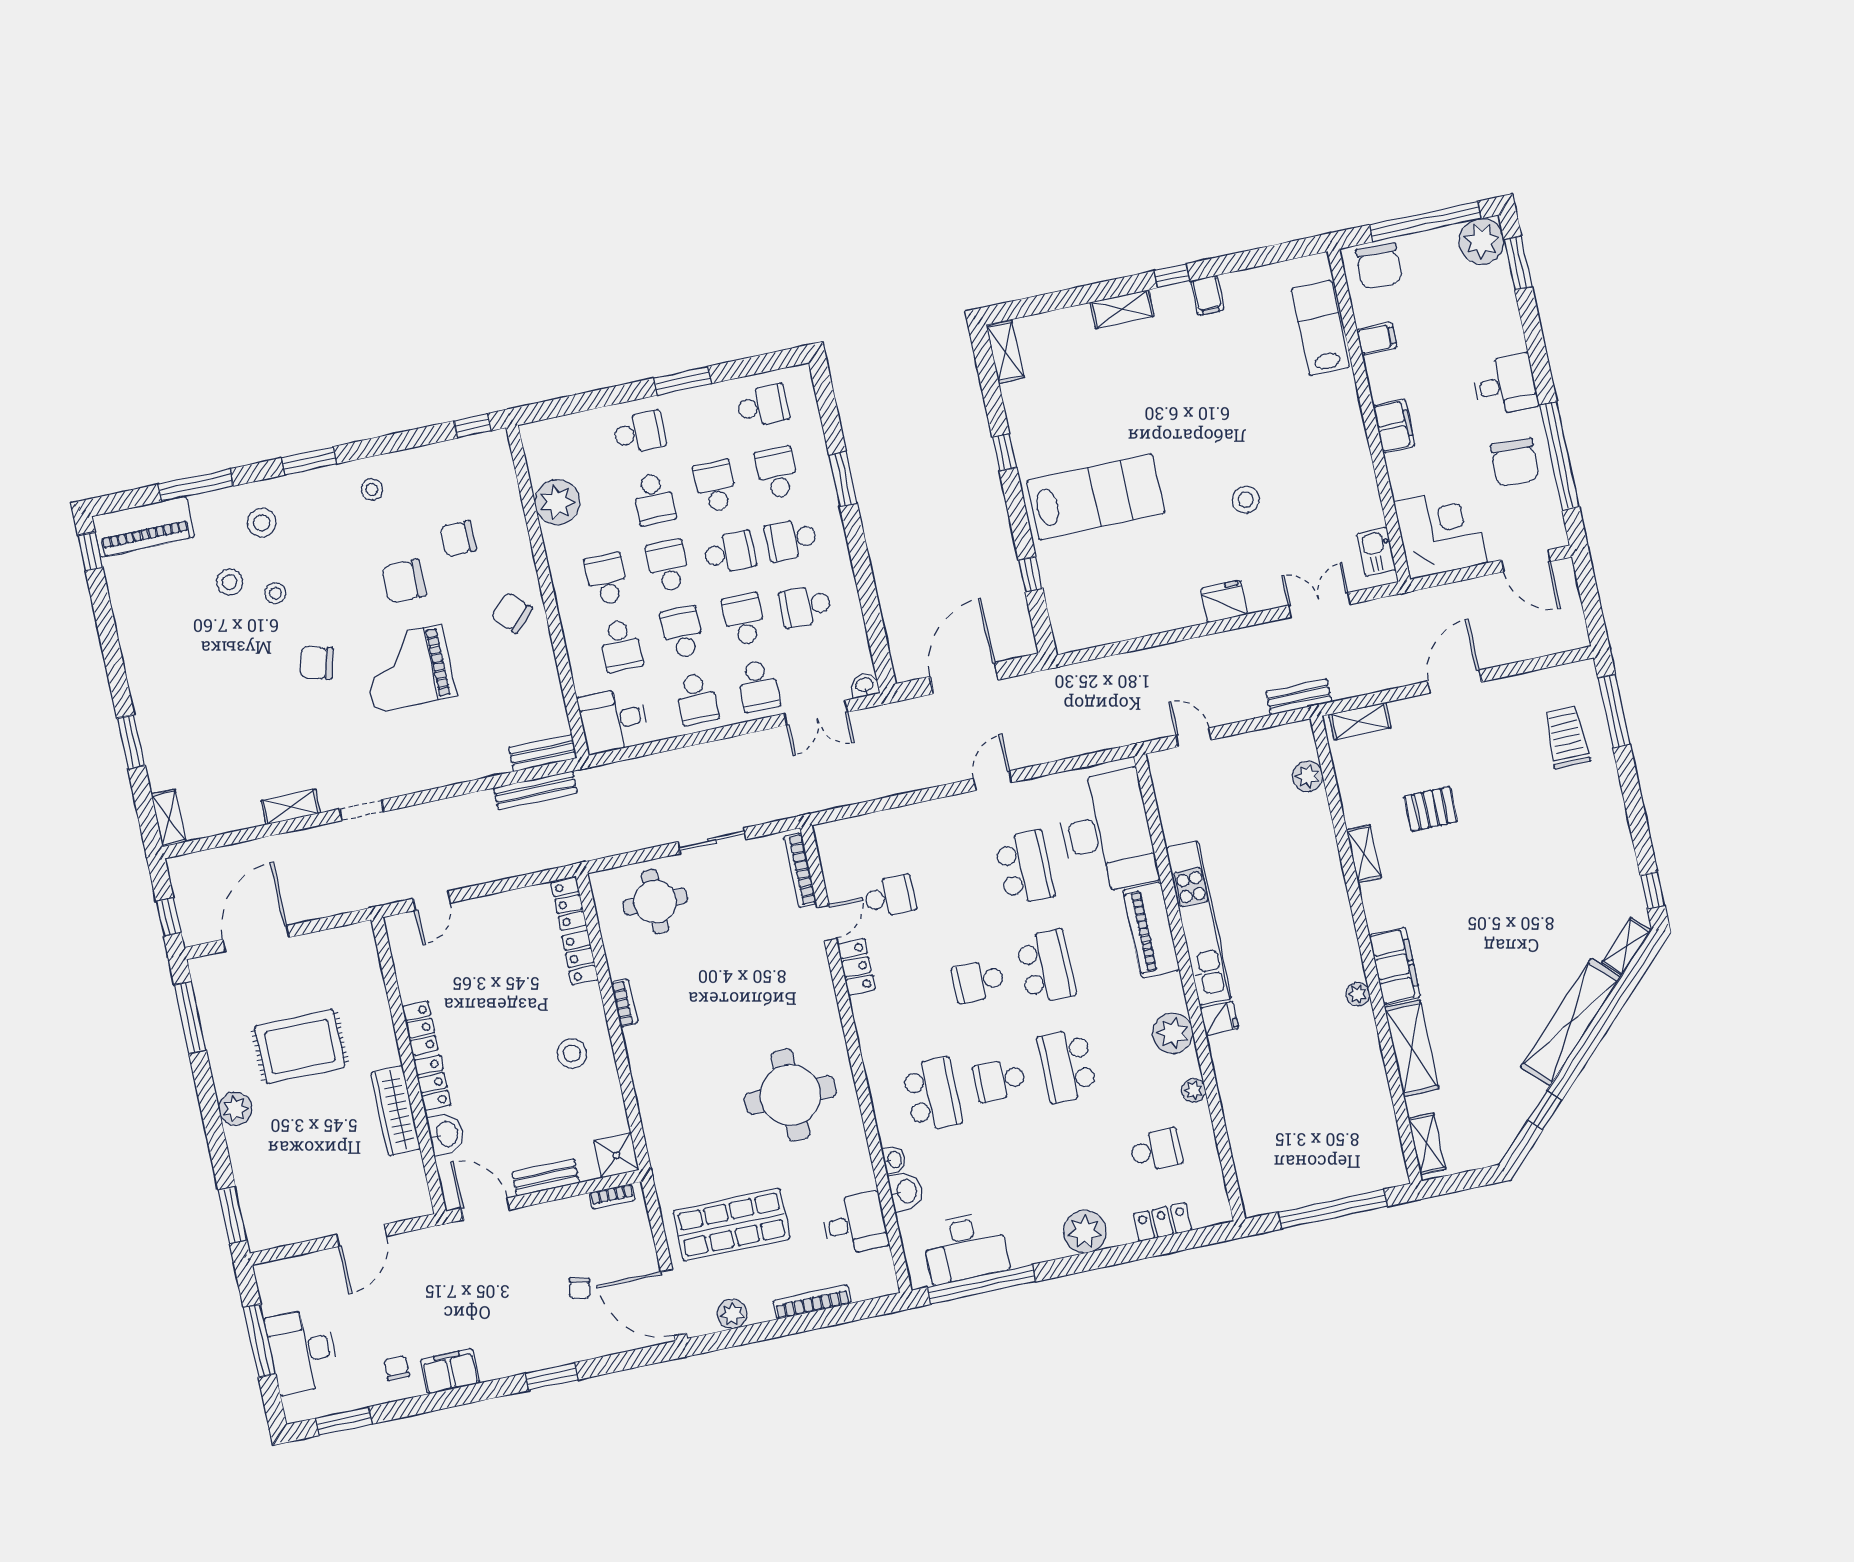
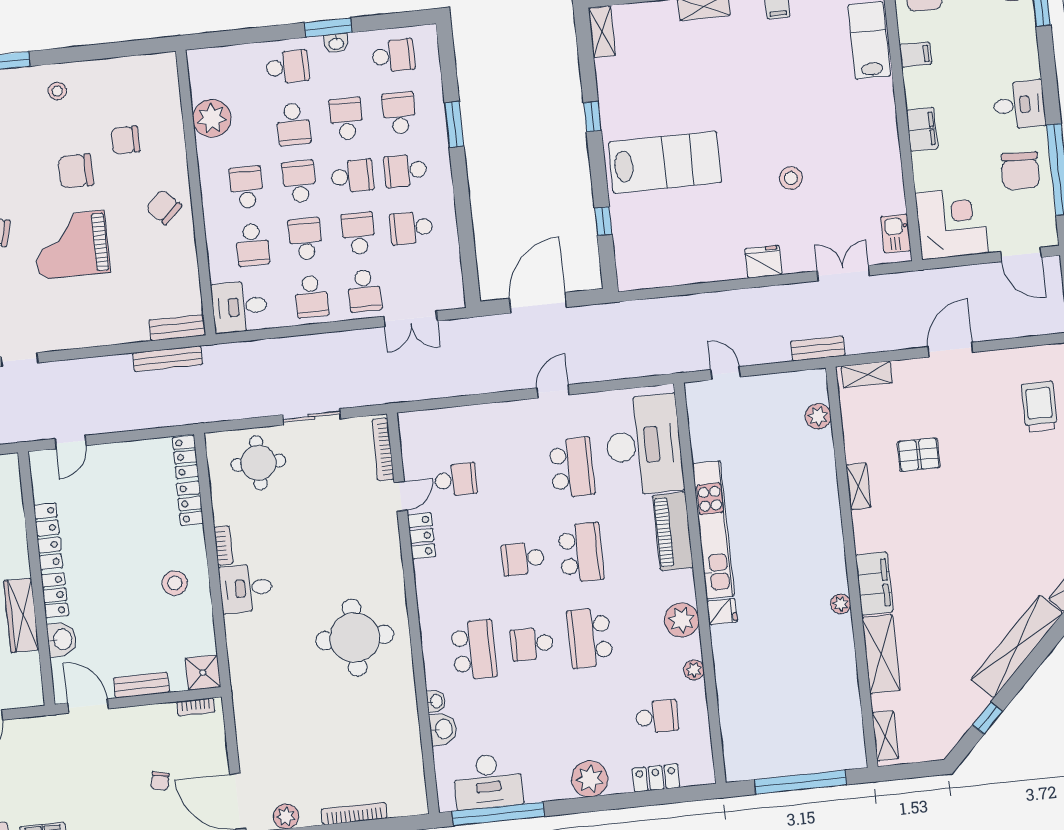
window: (473, 426) -> (148, 46), removed
washbasin: (865, 685) -> (336, 43), moved, turned 180
locker: (420, 1028) -> (48, 536), width x1.53
desk: (854, 1224) -> (246, 588), moved, turned 180
shop shelf: (732, 1225) -> (294, 741), removed

